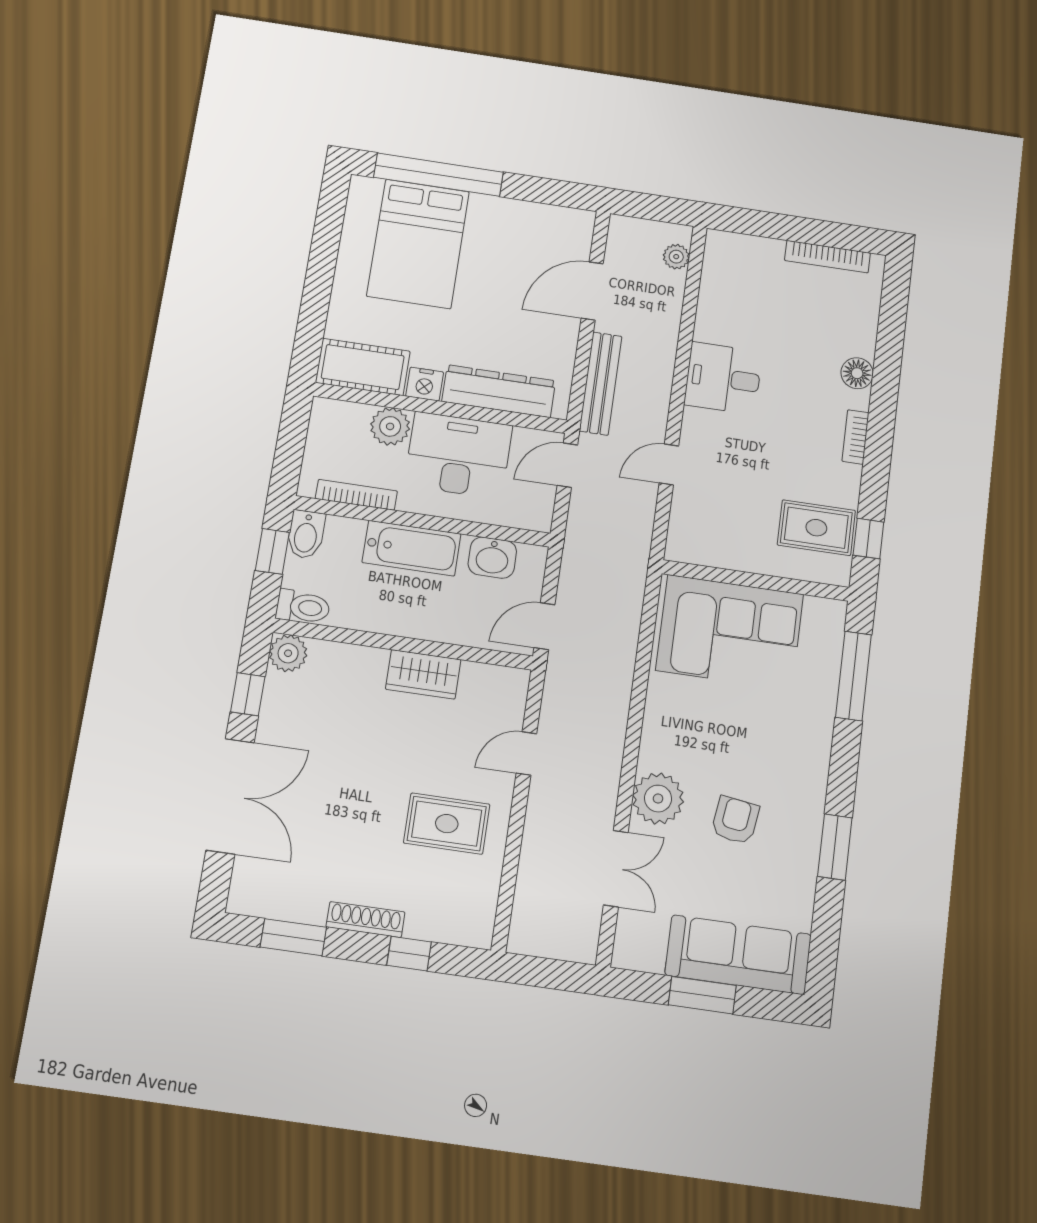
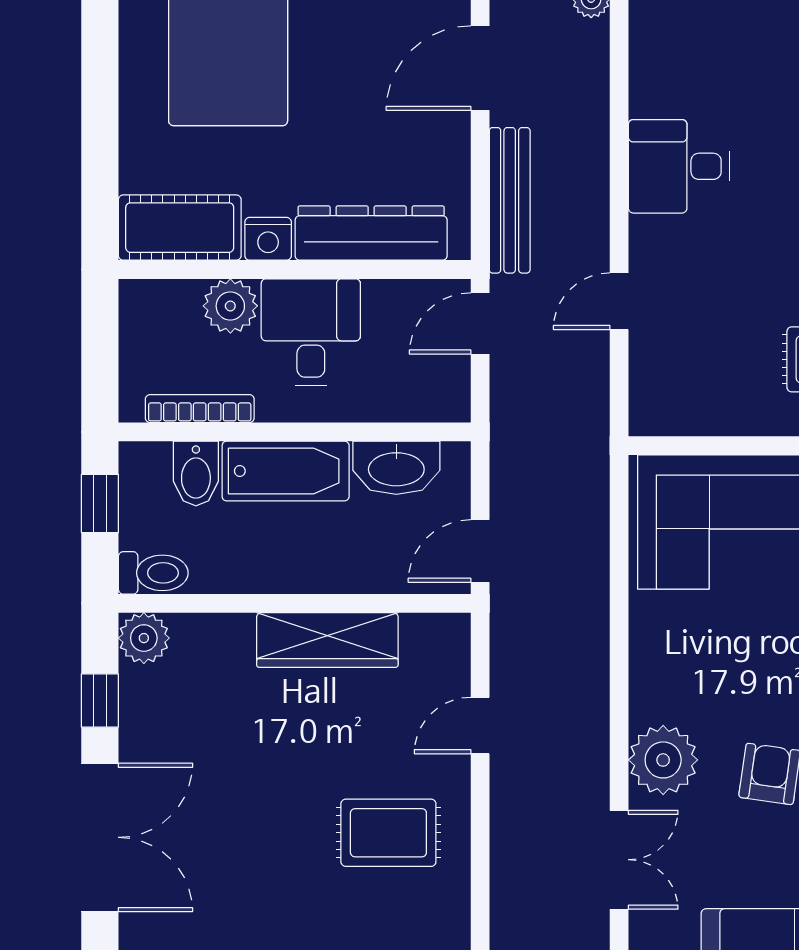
desk: (458, 455) -> (311, 332), width x0.73
bidet: (306, 534) -> (196, 474), moved
washbasin: (492, 558) -> (396, 468), width x1.38
wardrobe: (423, 674) -> (327, 640), width x1.50

